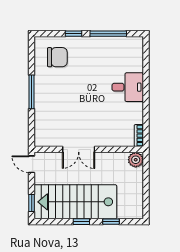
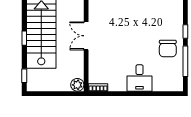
chair: (57, 57) -> (168, 49), moved
window: (111, 222) -> (24, 76), moved

